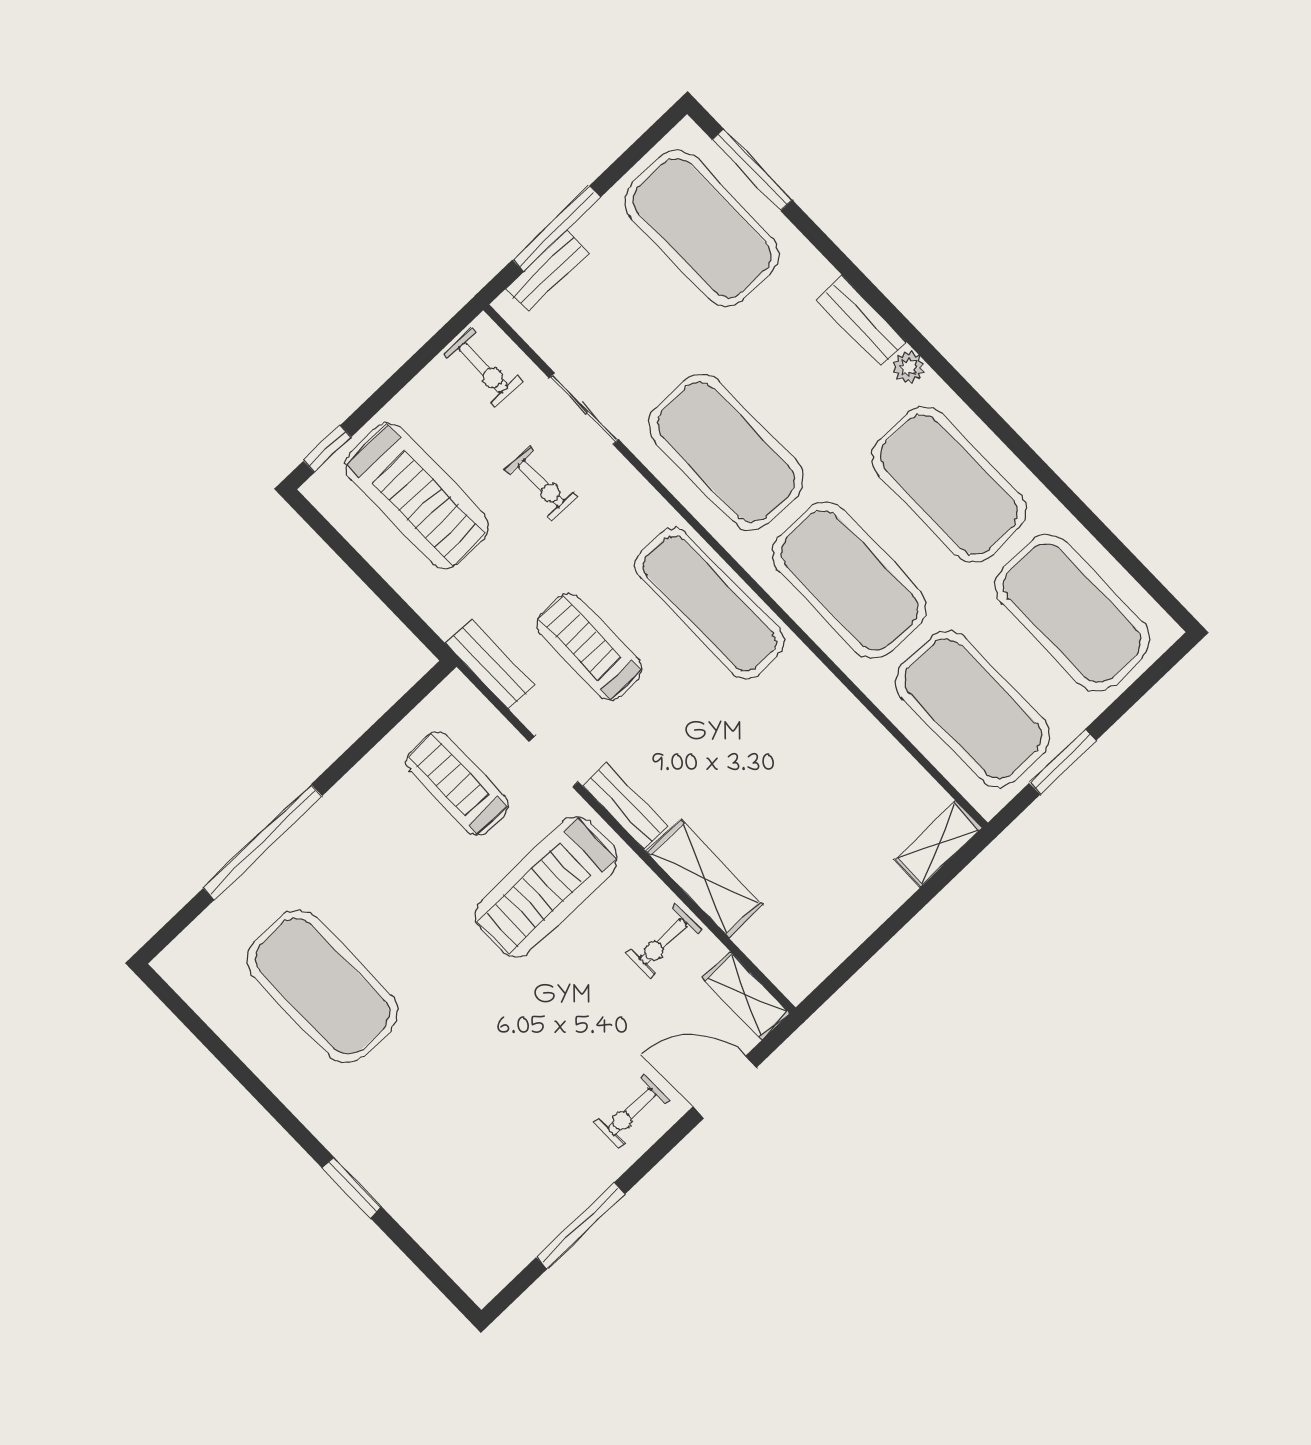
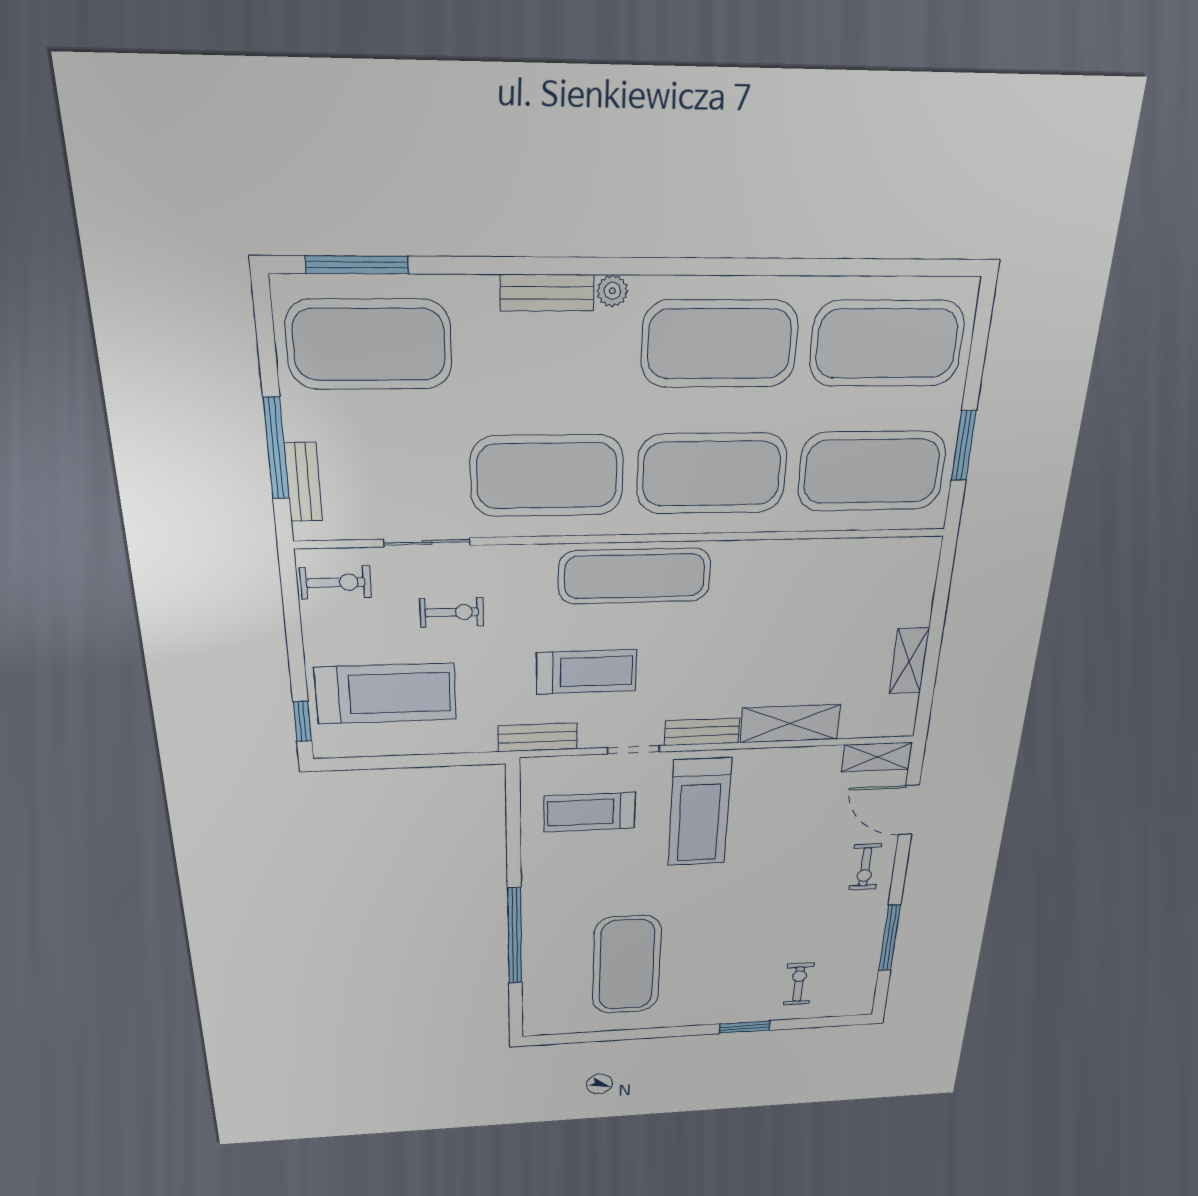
treadmill: (589, 647) -> (587, 672), turned 180
shelving: (938, 844) -> (909, 661), moved
exercise bike: (663, 942) -> (799, 984), moved, turned 180
exercise mat: (322, 986) -> (627, 965), turned 90
door: (724, 1087) -> (909, 810), hinge flipped

